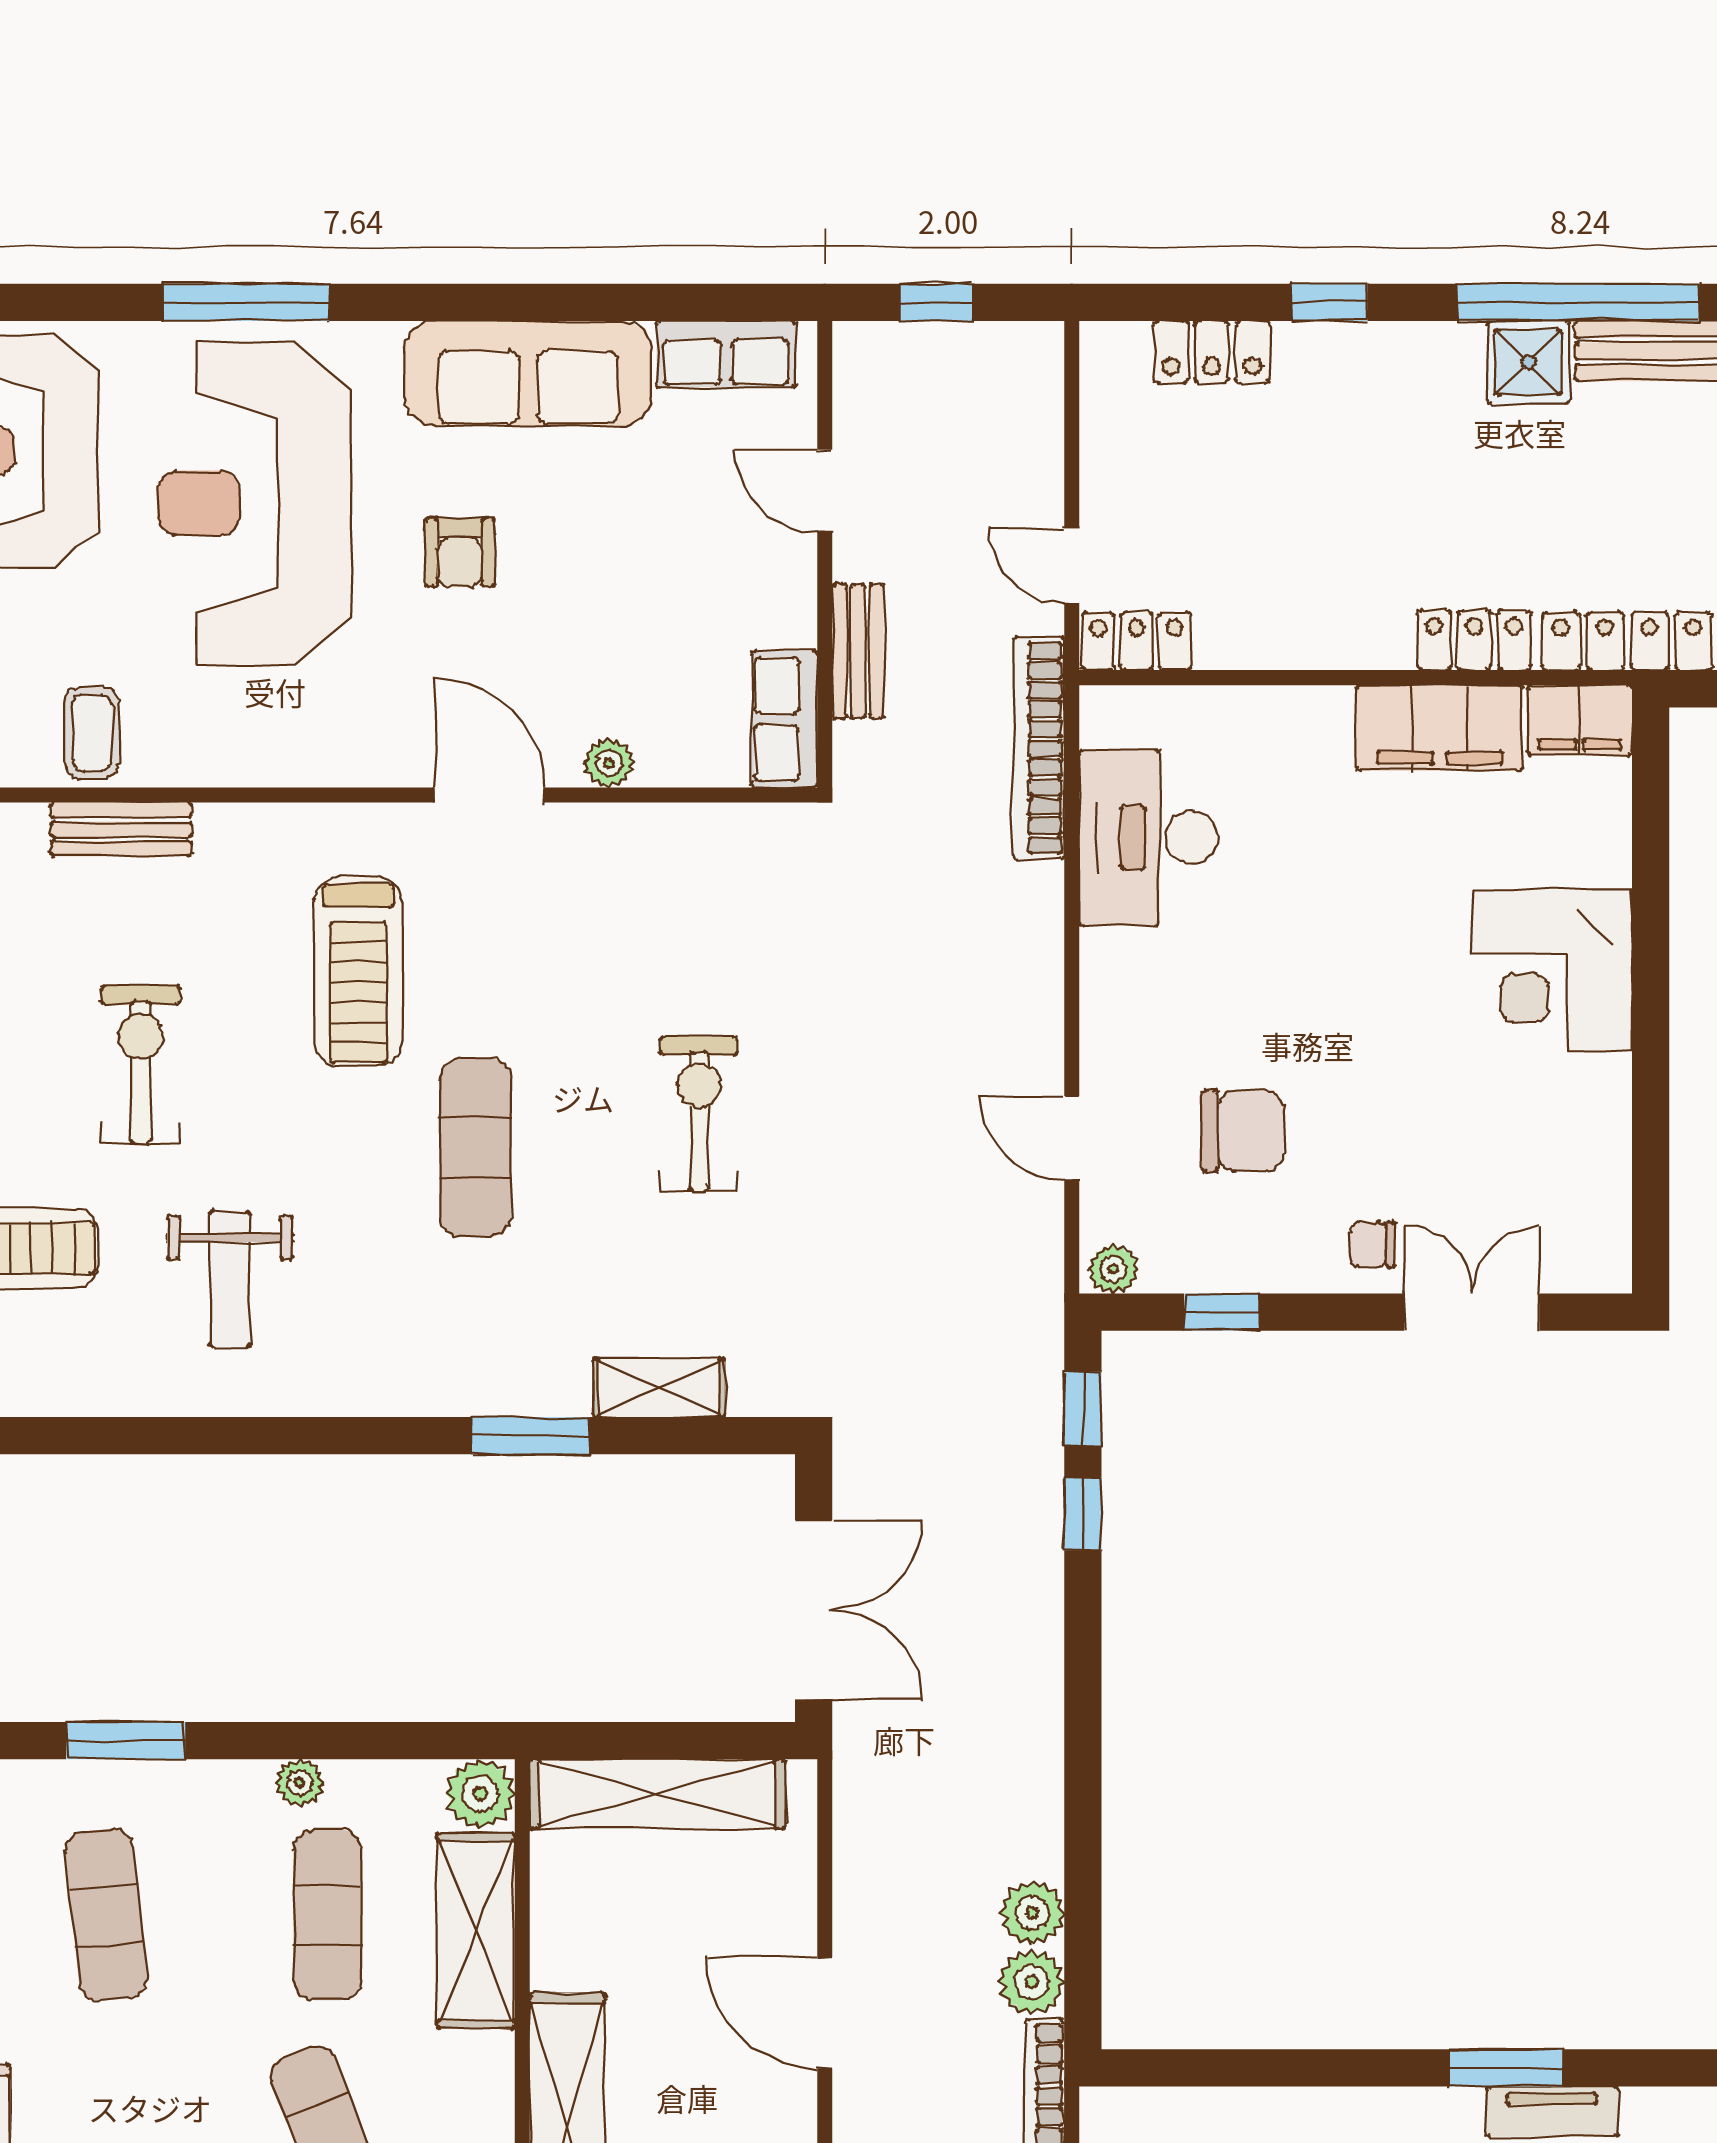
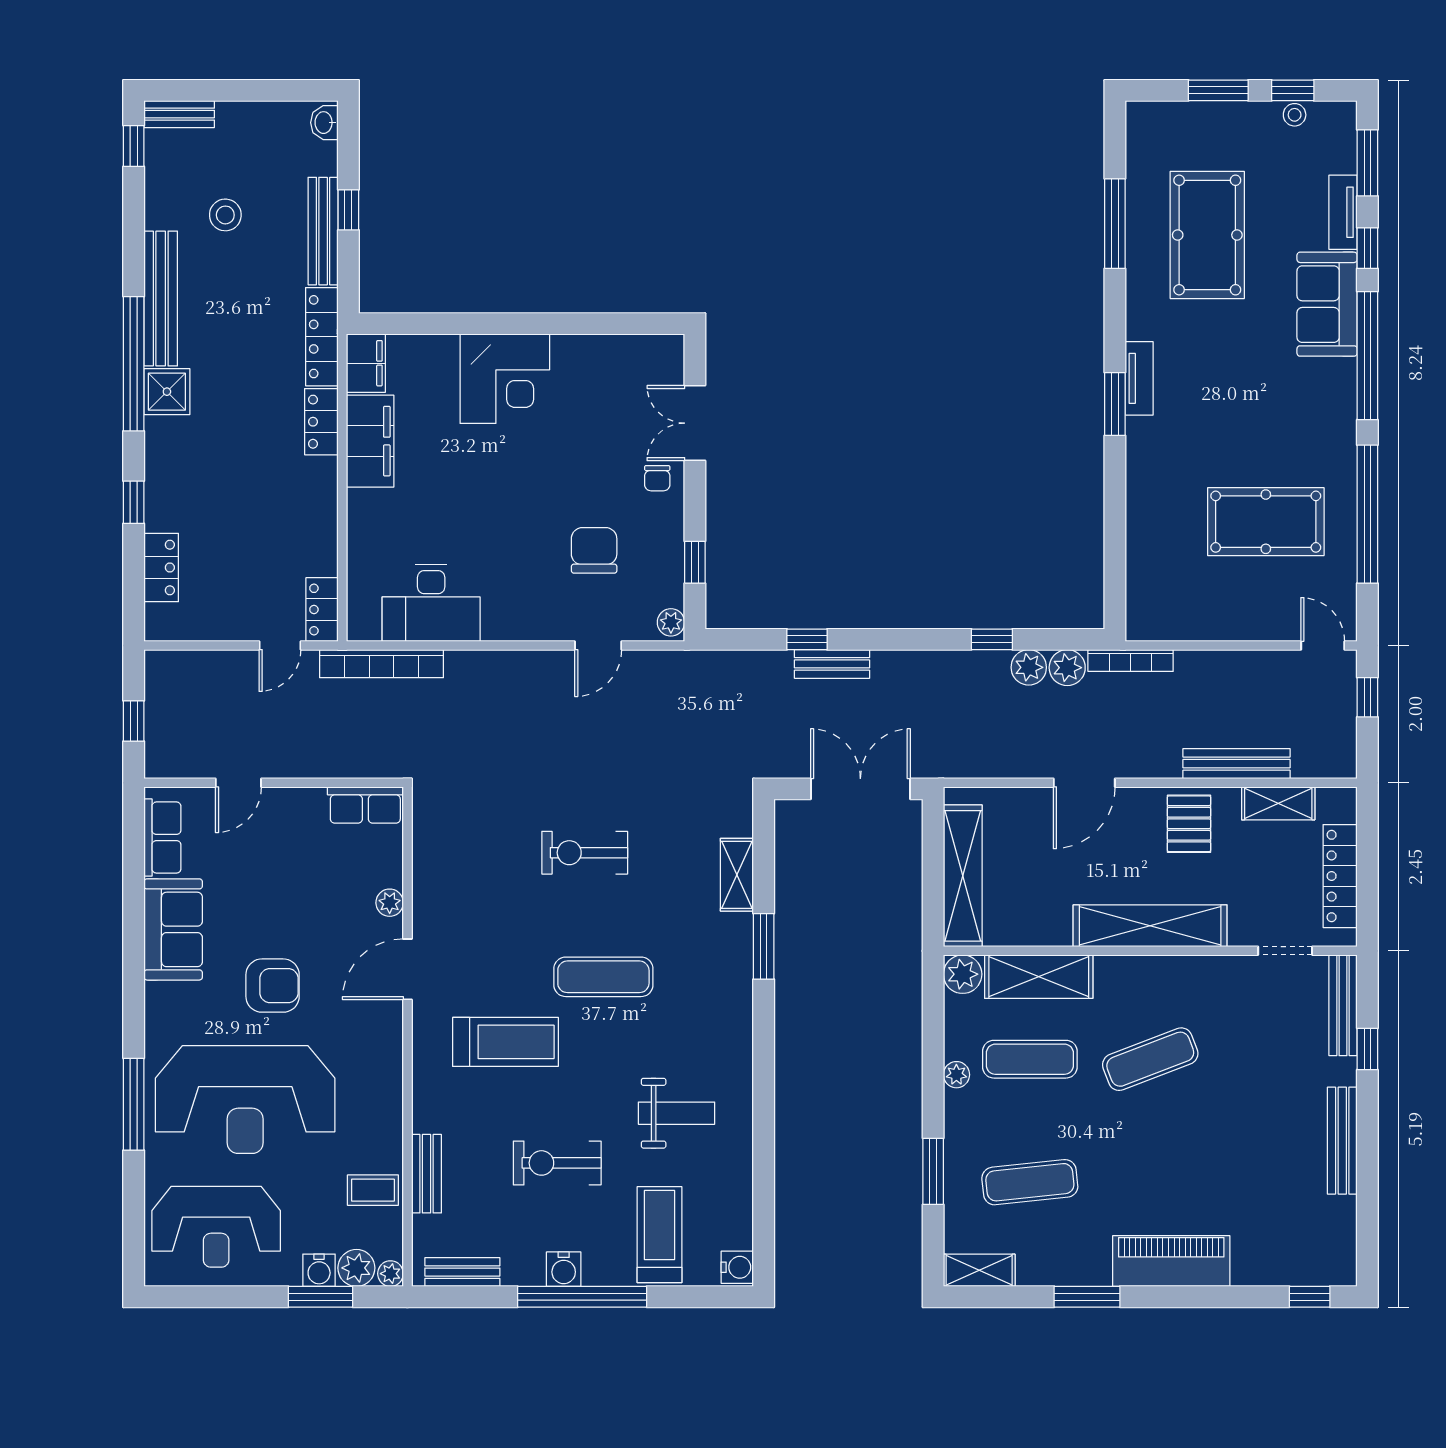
sofa: (528, 373) -> (173, 929), width x0.73
armchair: (460, 552) -> (273, 986), width x1.38, depth x1.38
bench: (858, 651) -> (832, 664), moved
window: (1083, 1409) -> (992, 639), moved

